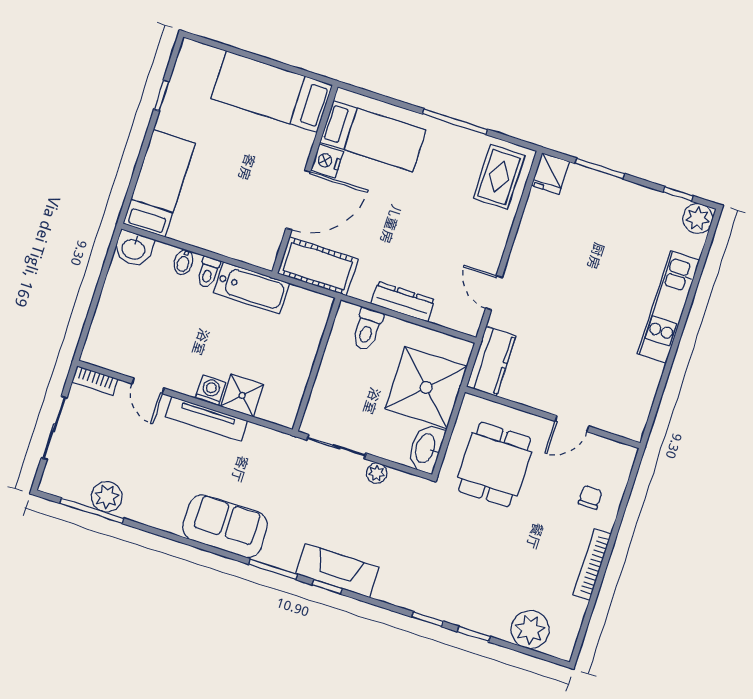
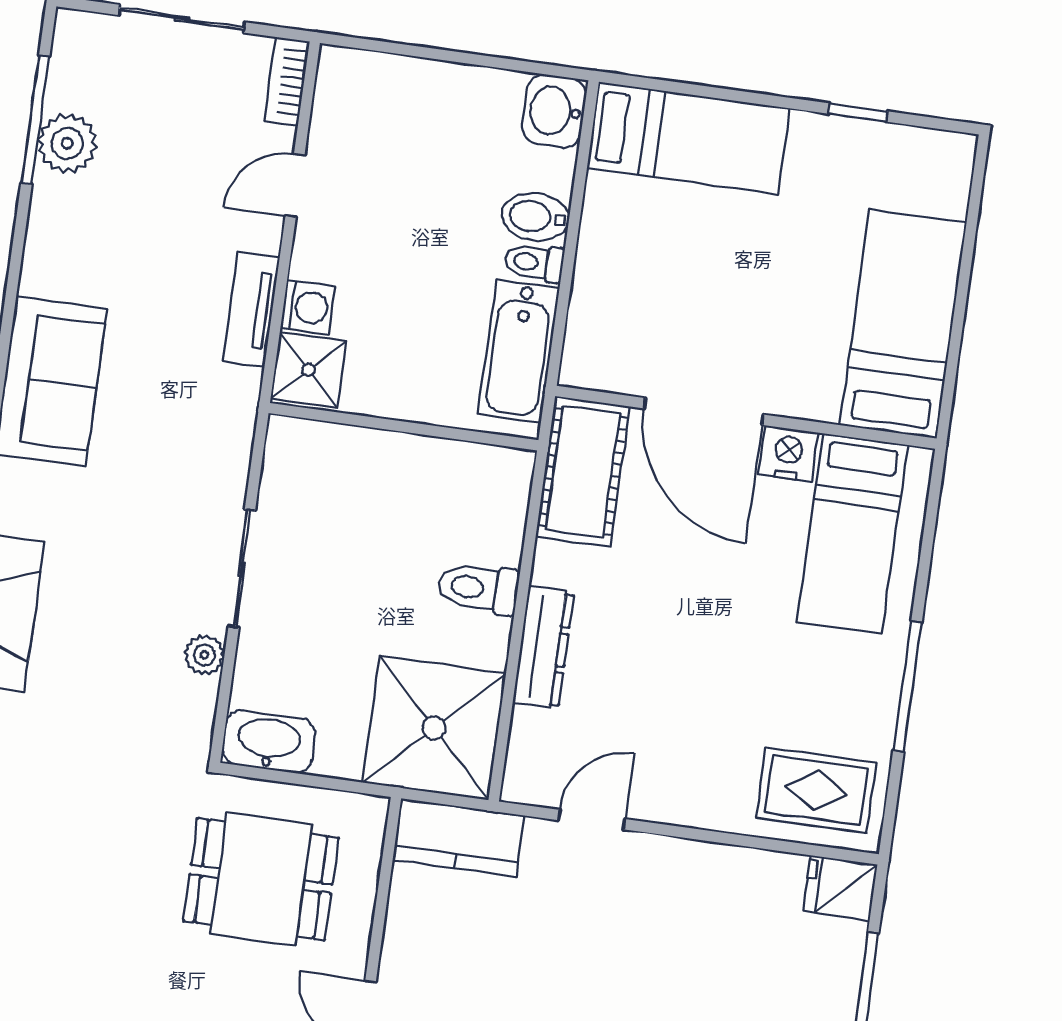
bidet: (183, 262) -> (535, 217), width x1.38, depth x1.36
wall: (317, 365) -> (404, 427), moved
shower: (426, 387) -> (434, 728), moved
tv unit: (207, 419) -> (251, 309), width x0.71

